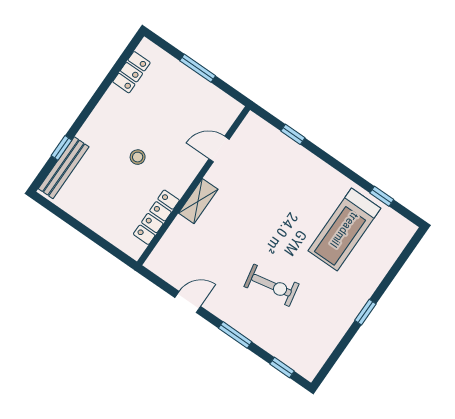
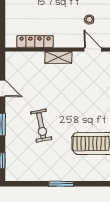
stool: (138, 157) -> (89, 20), moved
window: (365, 312) -> (61, 184), width x1.50

